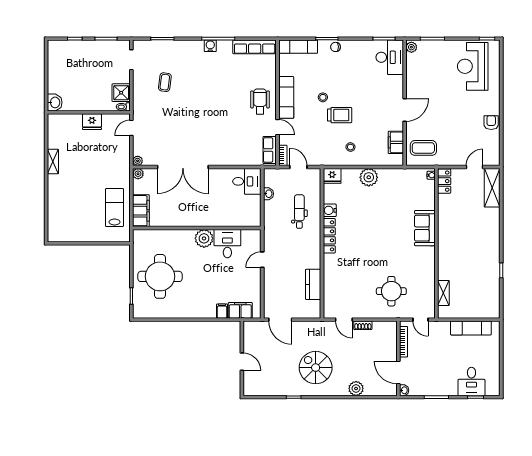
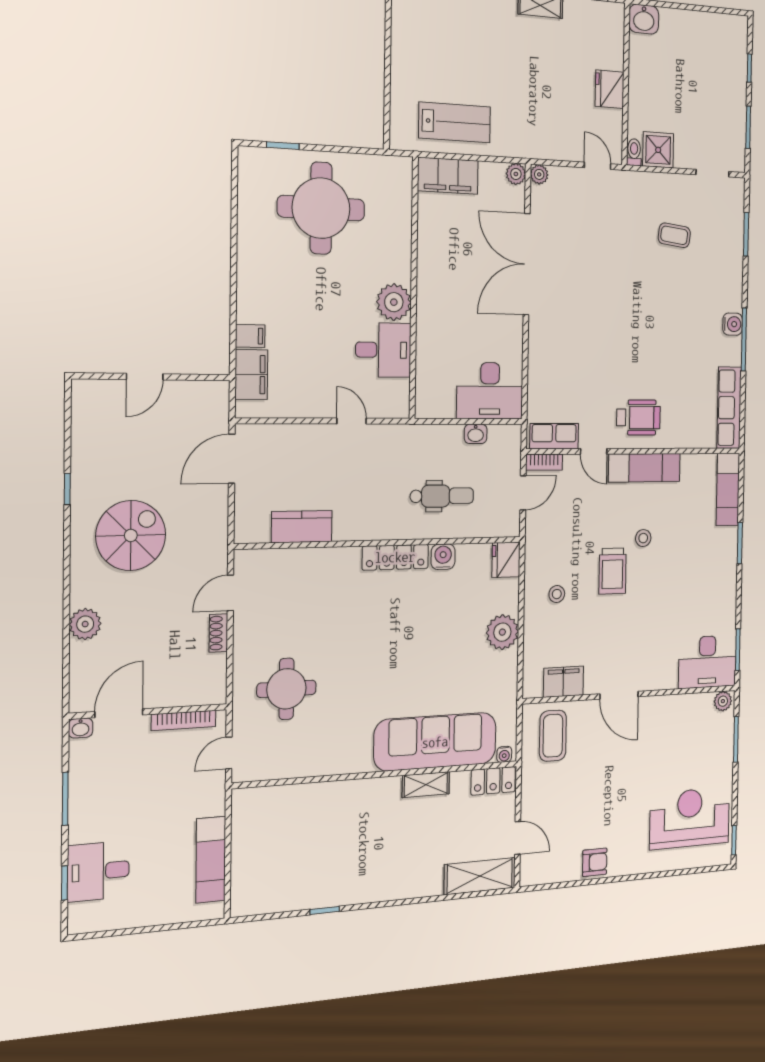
chair: (336, 47) -> (726, 560), removed
door: (278, 127) -> (594, 451), hinge flipped
desk: (247, 181) -> (490, 391), width x1.37
sofa: (425, 228) -> (435, 742), width x1.85, depth x1.27
shelving: (443, 293) -> (426, 785), moved

